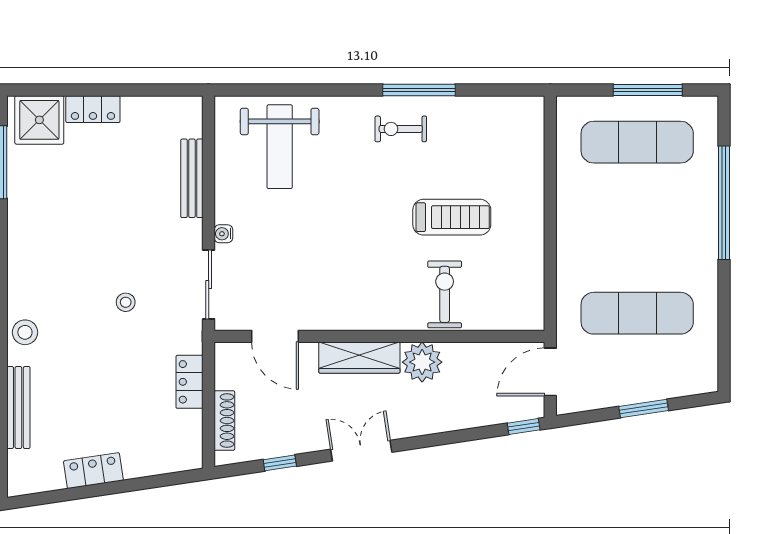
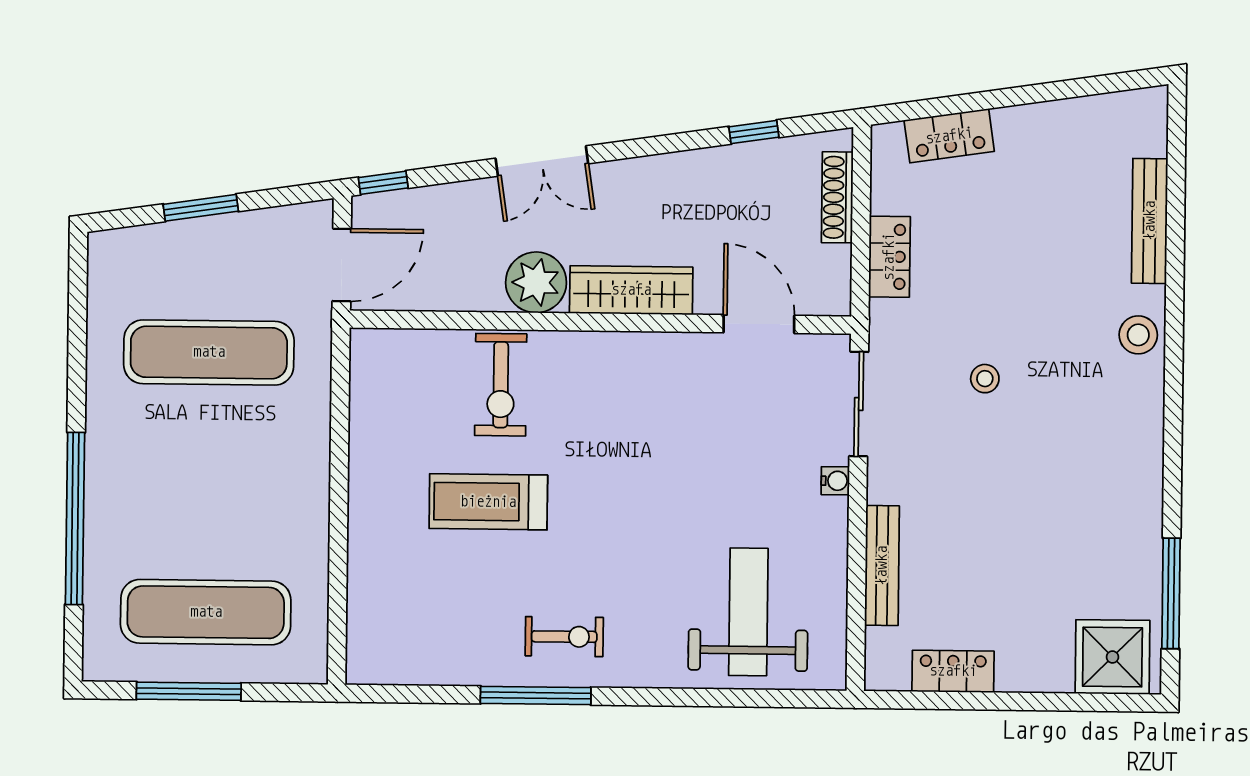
locker: (93, 109) -> (953, 671), moved
double door: (361, 451) -> (542, 161), moved
locker: (93, 471) -> (949, 136), moved

